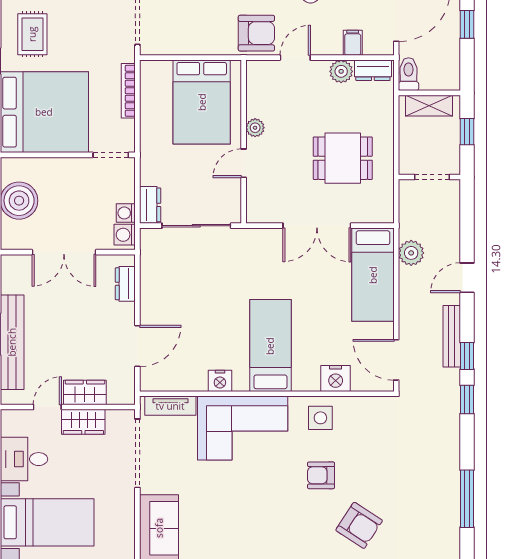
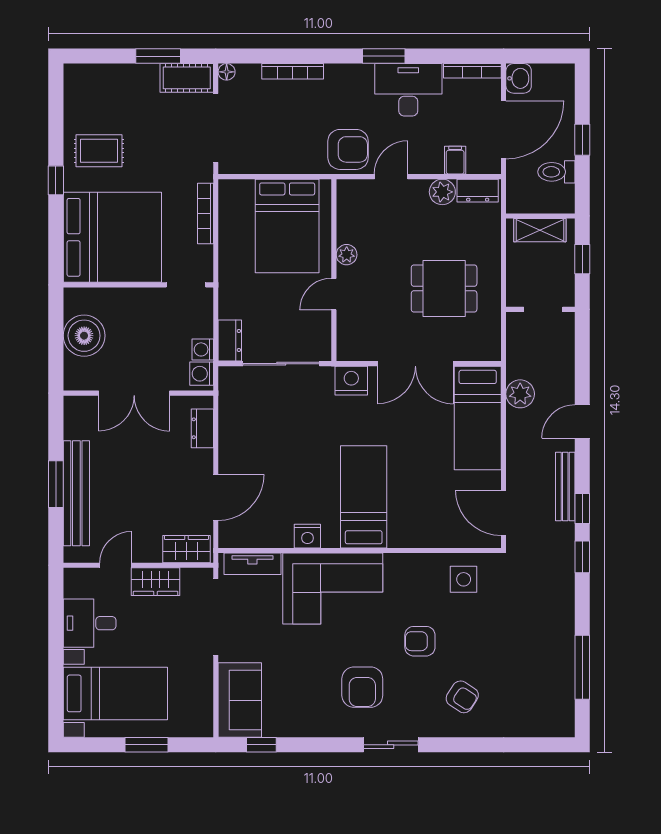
rug: (32, 34) -> (99, 151), turned 90
toilet: (409, 74) -> (556, 172), moved, turned -90
nightstand: (336, 378) -> (351, 381), moved, turned 180
wardrobe: (85, 392) -> (186, 549), moved
side table: (320, 418) -> (464, 579), moved
armchair: (269, 517) -> (362, 687), added
armchair: (359, 525) -> (462, 697), width x0.72, depth x0.72

